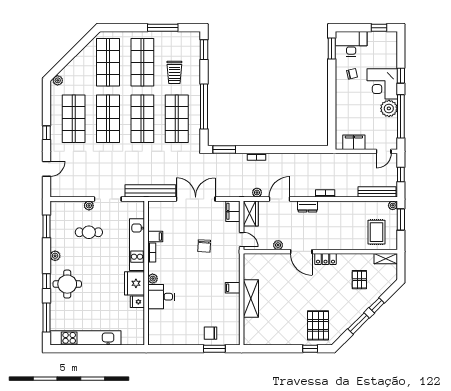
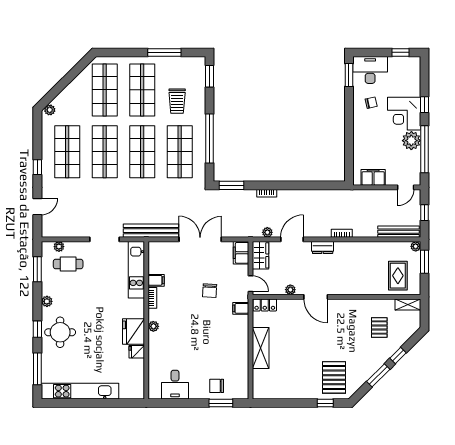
plant: (89, 206) -> (59, 247), moved
cafe table: (89, 232) -> (68, 264), moved
kitchen unit: (137, 245) -> (136, 270), moved
locker: (325, 259) -> (265, 305), moved
filing cabinet: (233, 288) -> (241, 308), moved
desk: (161, 297) -> (175, 385), moved, turned -90

